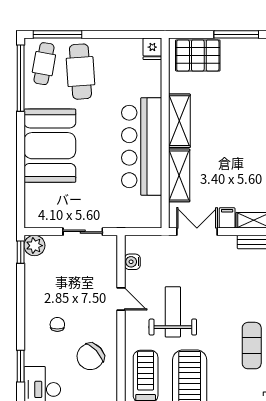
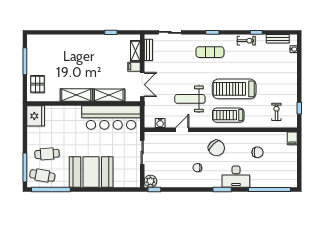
fridge: (152, 49) -> (36, 116), width x1.88, depth x1.34
pallet: (198, 55) -> (37, 84), width x0.67, depth x0.71
cafe table: (80, 72) -> (47, 154), width x0.73, depth x0.74
bar counter: (142, 146) -> (111, 118), moved
double door: (197, 232) -> (142, 85), swing flipped

